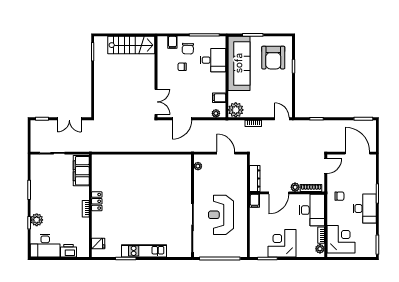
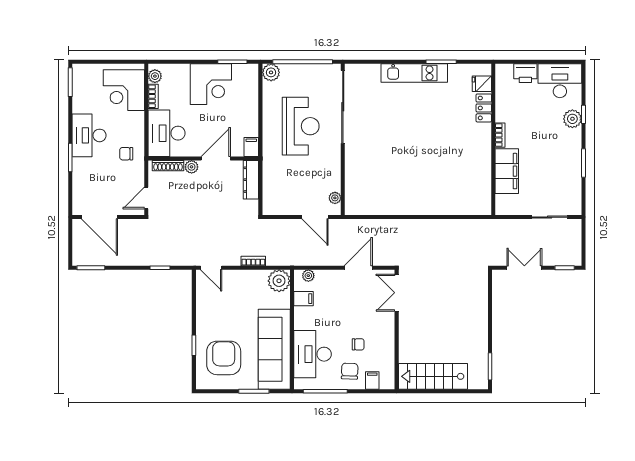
desk: (213, 60) -> (313, 354), width x1.37
door: (226, 153) -> (315, 217), moved
filing cabinet: (81, 171) -> (507, 171), moved
locker: (97, 201) -> (484, 108), moved
plant: (241, 251) -> (271, 72), added

